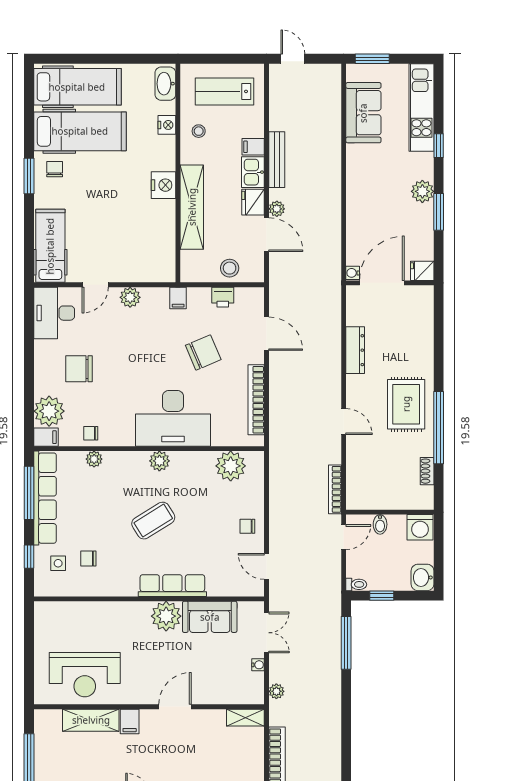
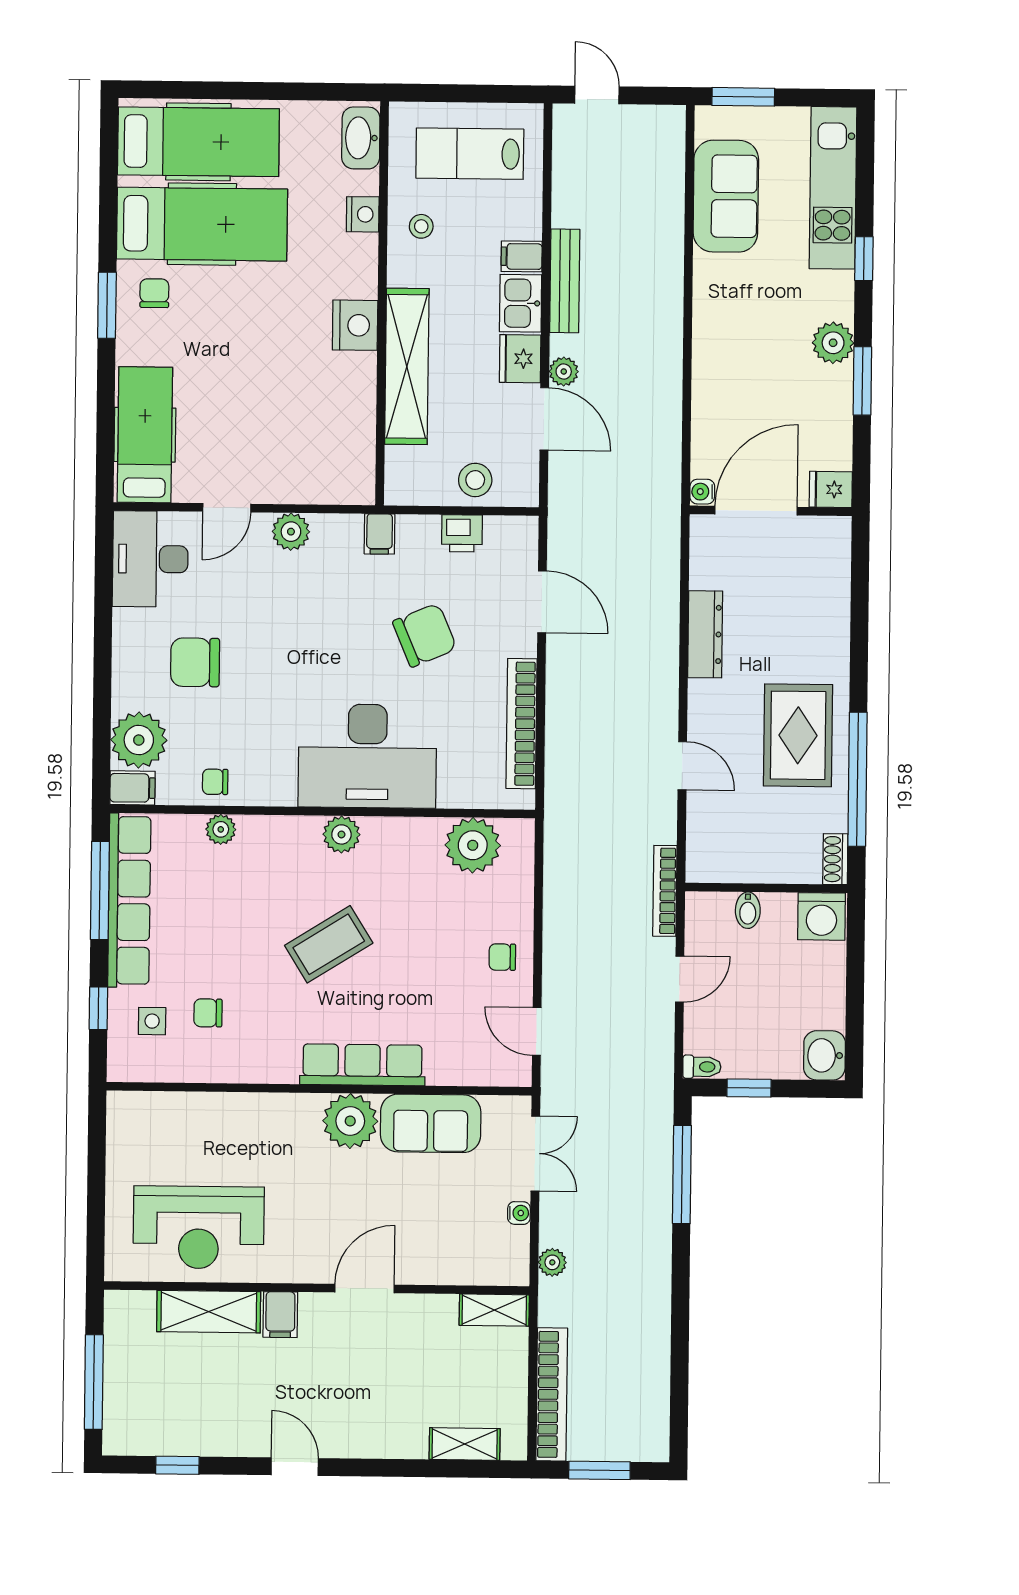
wall: (390, 512) -> (766, 888), moved
bidet: (380, 524) -> (748, 910), moved
washing machine: (420, 527) -> (821, 916), moved

